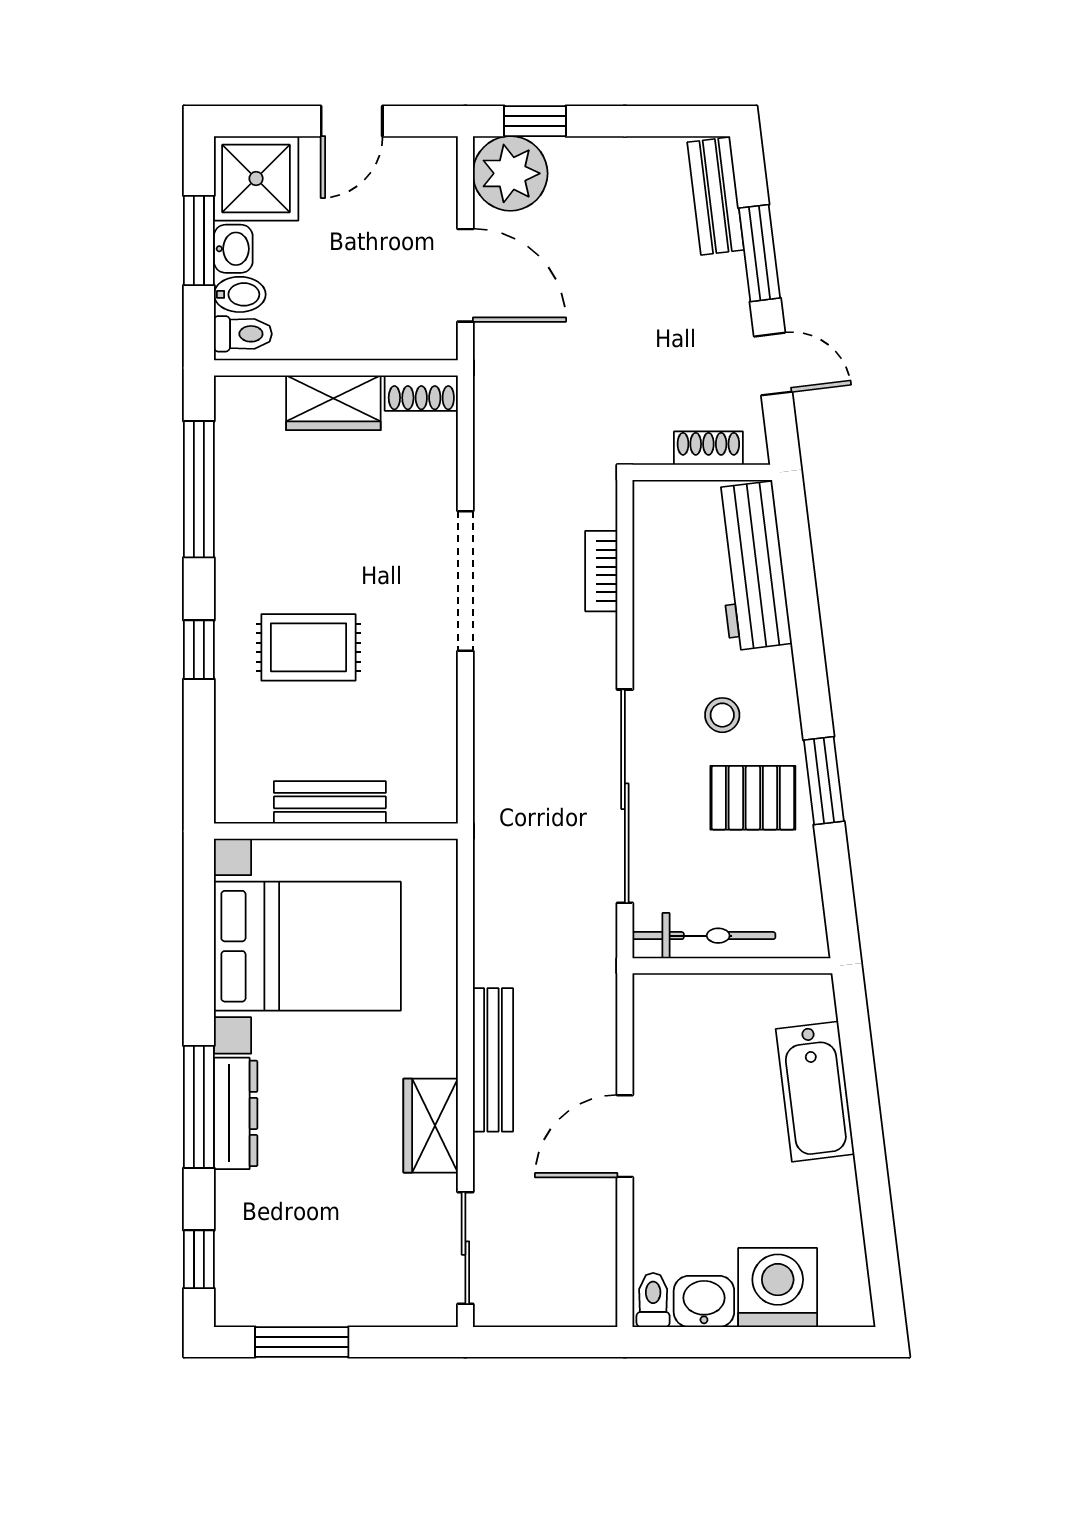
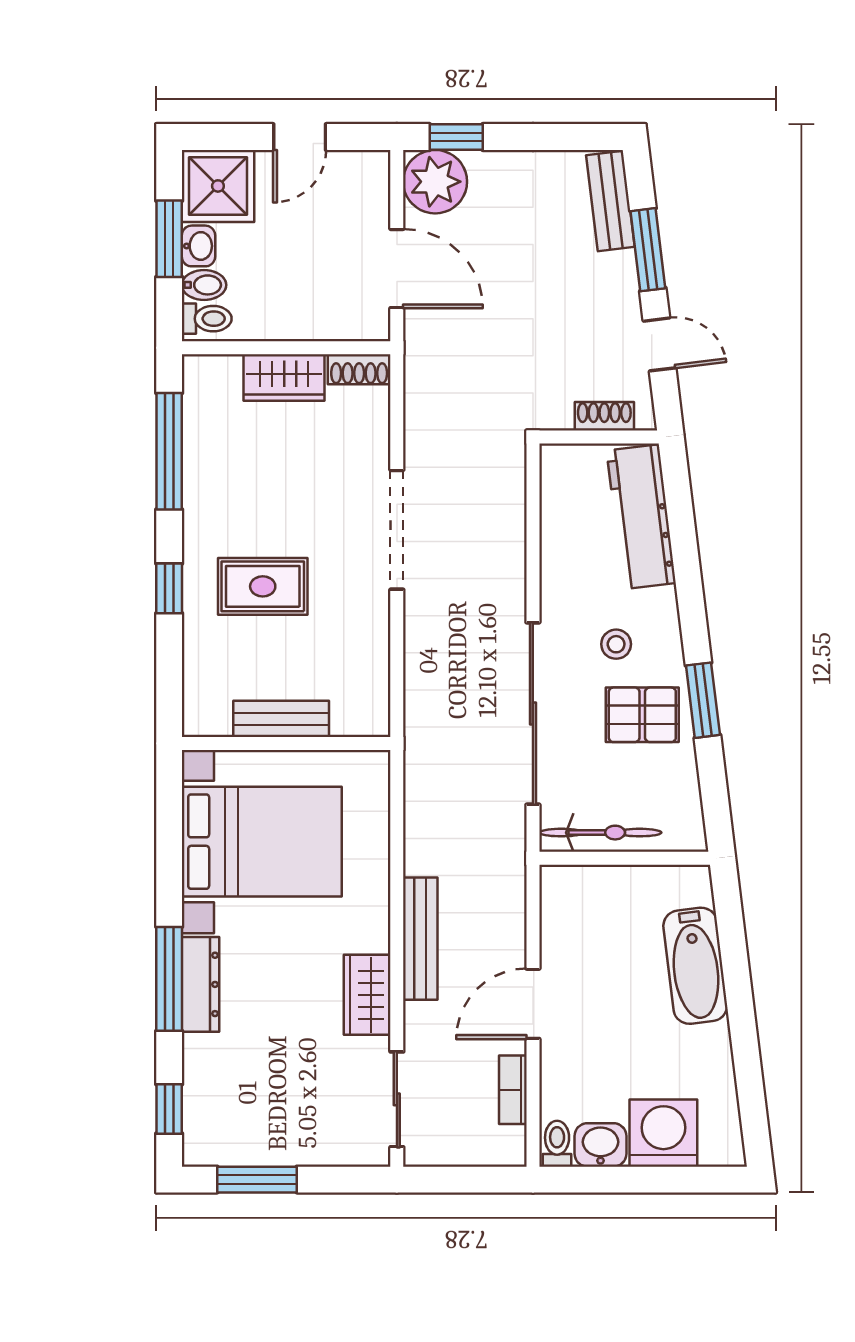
bookcase: (601, 571) -> (513, 1090), moved

